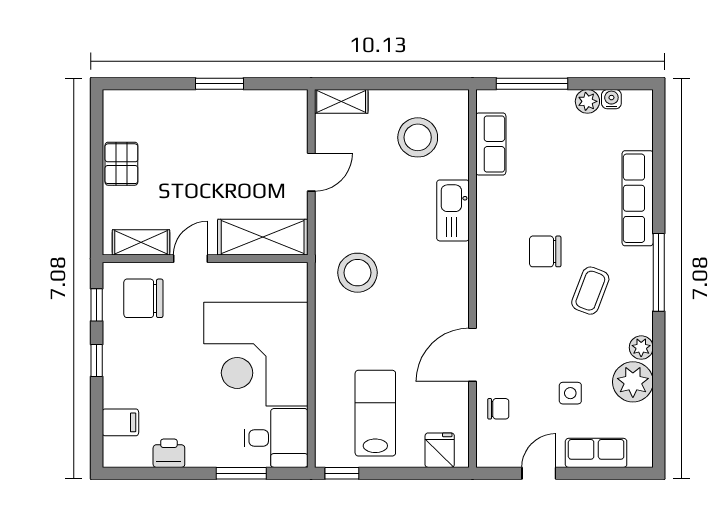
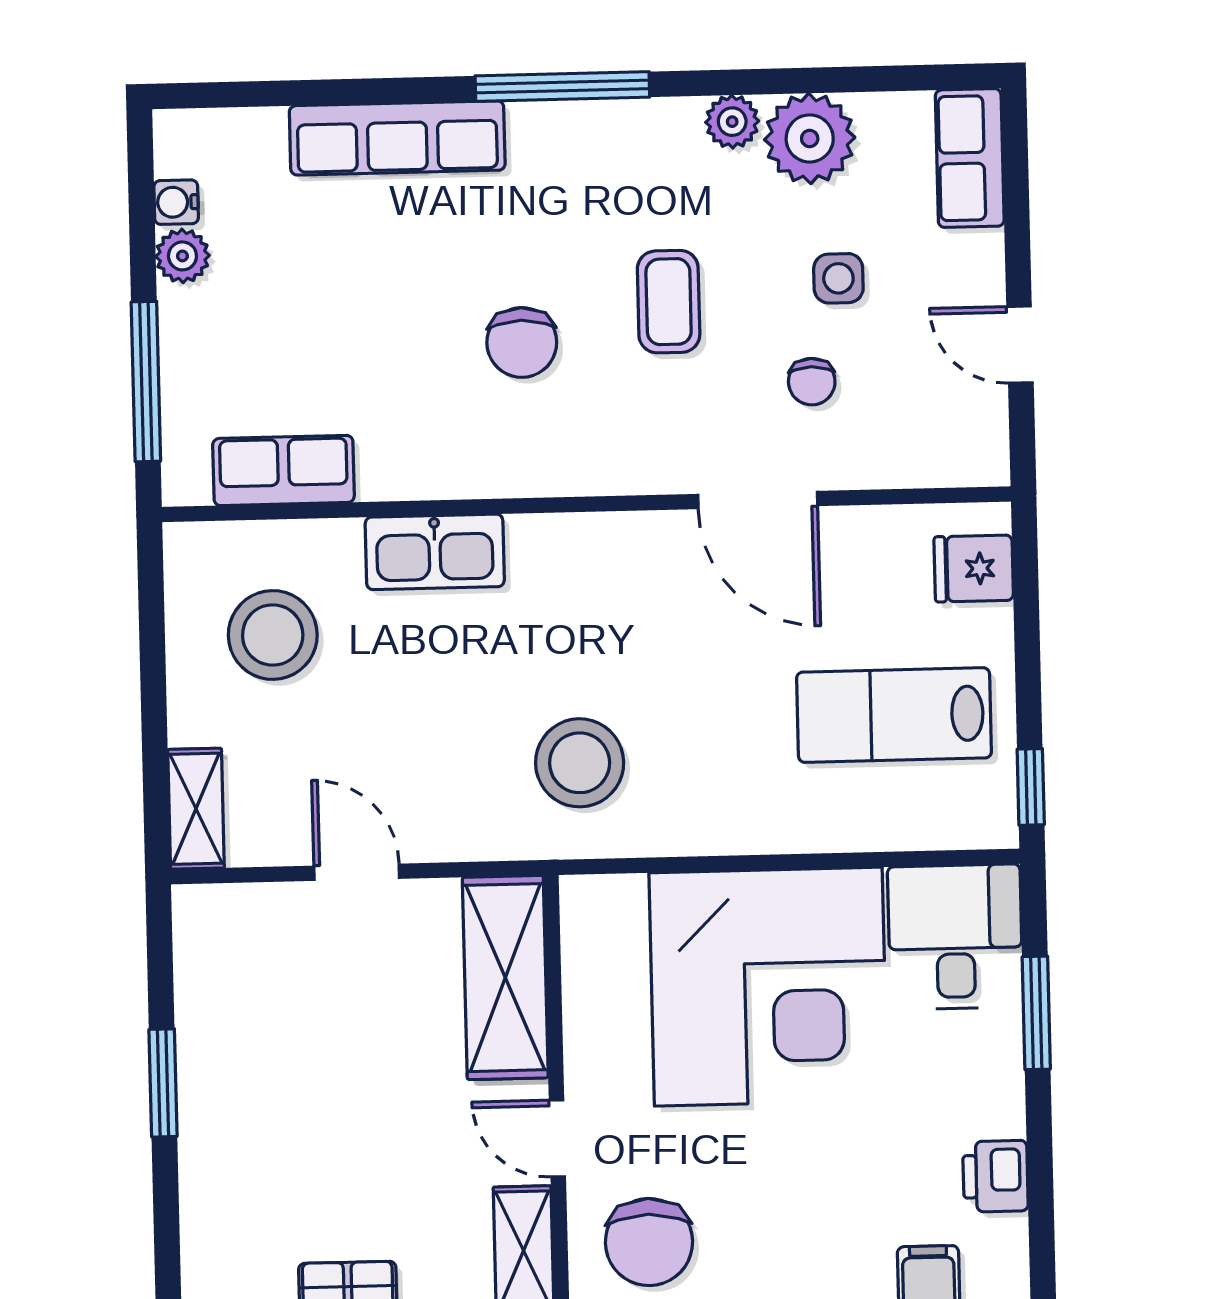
coffee table: (590, 291) -> (669, 302), moved, turned 69
chair: (498, 409) -> (812, 382), moved, turned 180
row of seats: (596, 453) -> (970, 158), moved

